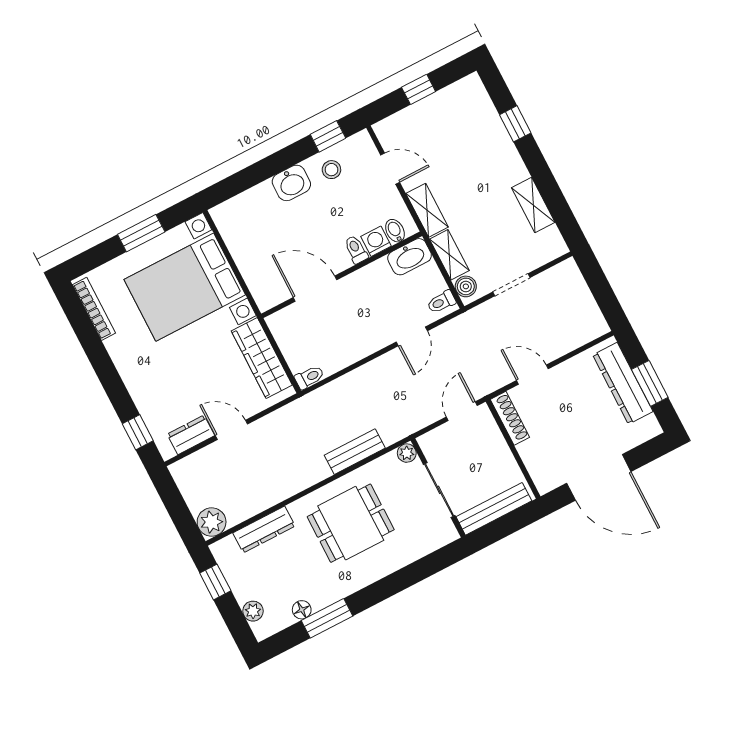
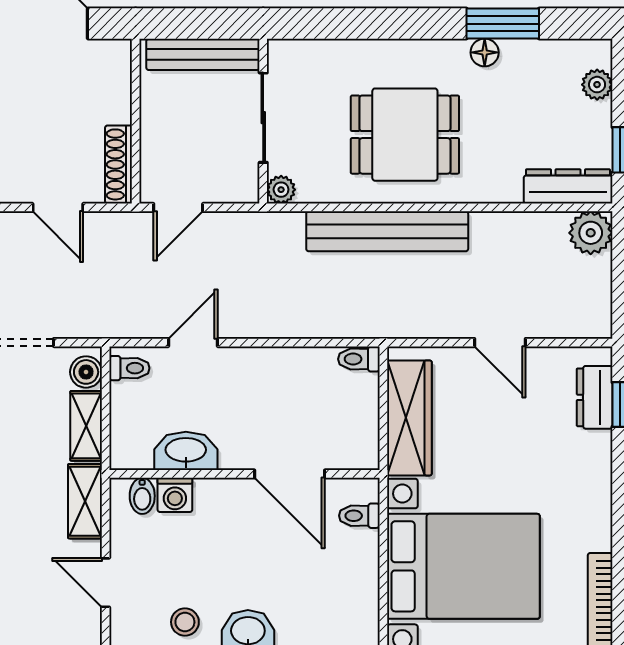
toilet: (356, 249) -> (359, 516), moved, turned 90
washbasin: (410, 257) -> (186, 451), moved
dresser: (191, 435) -> (595, 397), moved, turned 90
bench: (355, 452) -> (387, 231), width x1.86, depth x1.21
dresser: (264, 529) -> (568, 186), moved
floor lamp: (302, 610) -> (485, 52), moved

